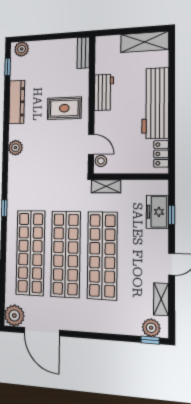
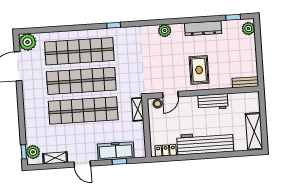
freezer: (157, 212) -> (116, 151), width x1.40

